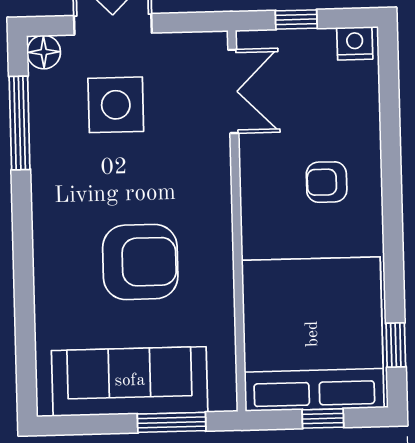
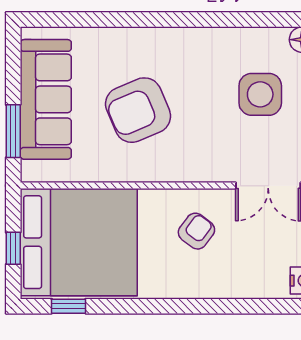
window: (20, 123) -> (248, 20), removed
armchair: (327, 182) -> (196, 231), moved, turned 37
armchair: (140, 262) -> (138, 110), turned 67

